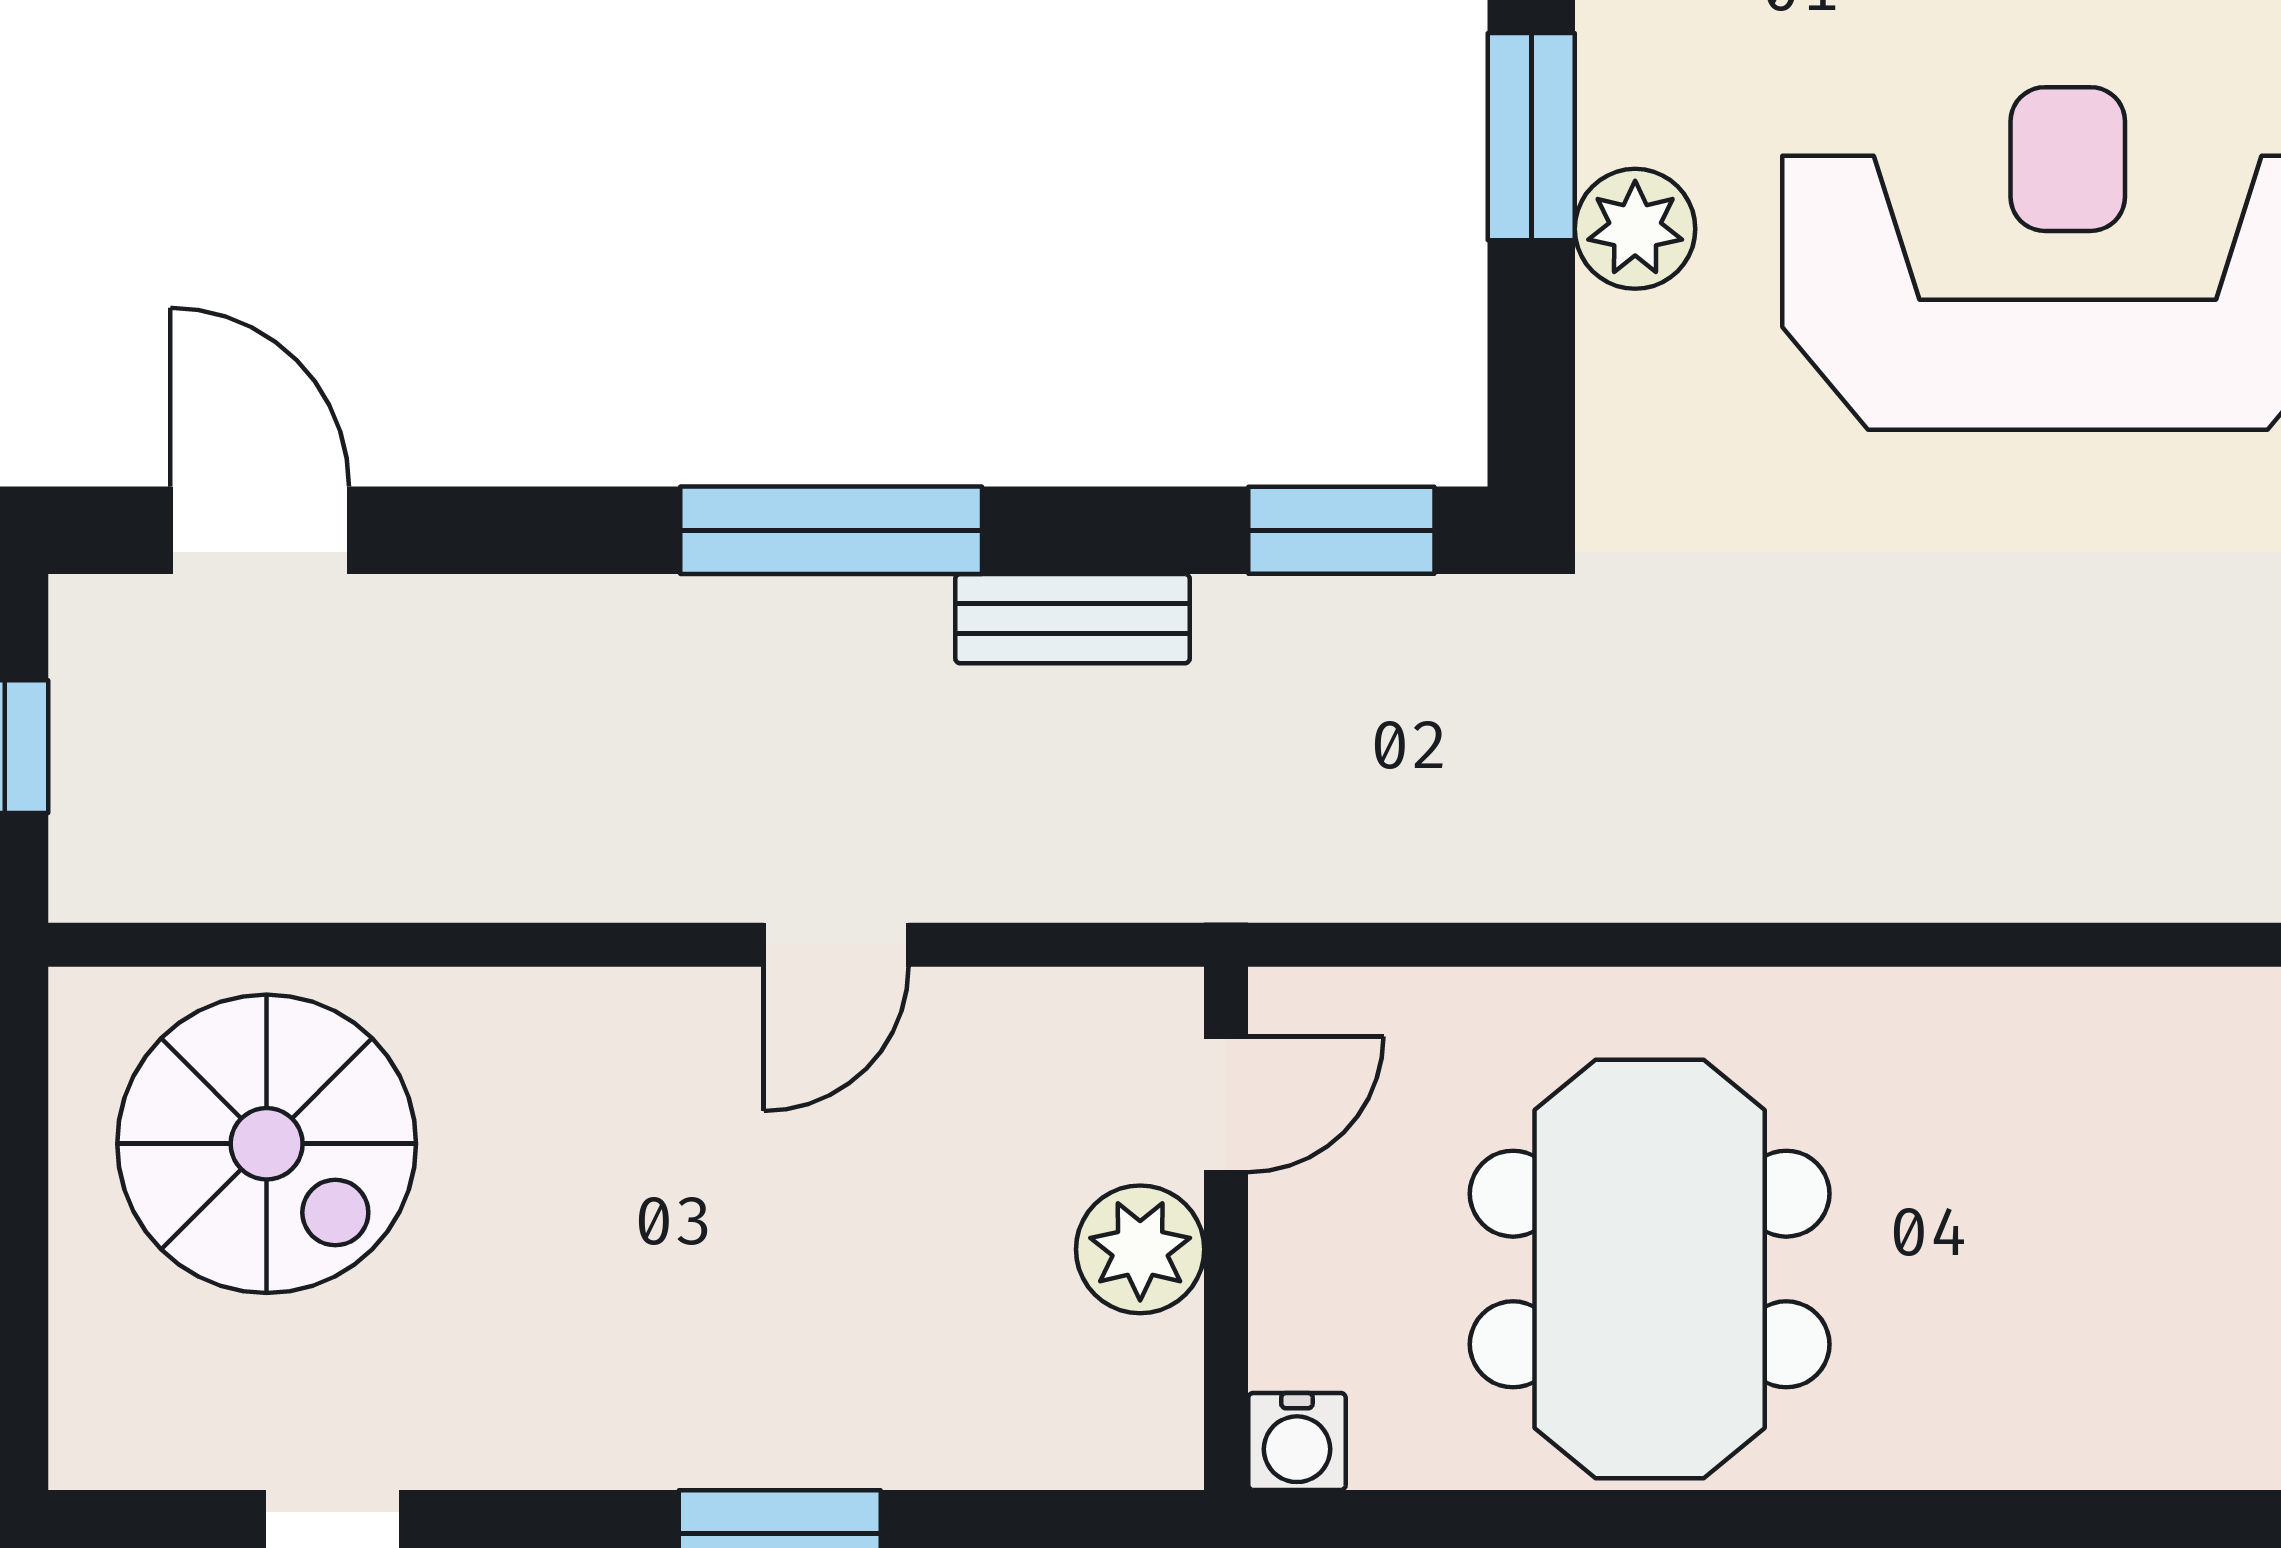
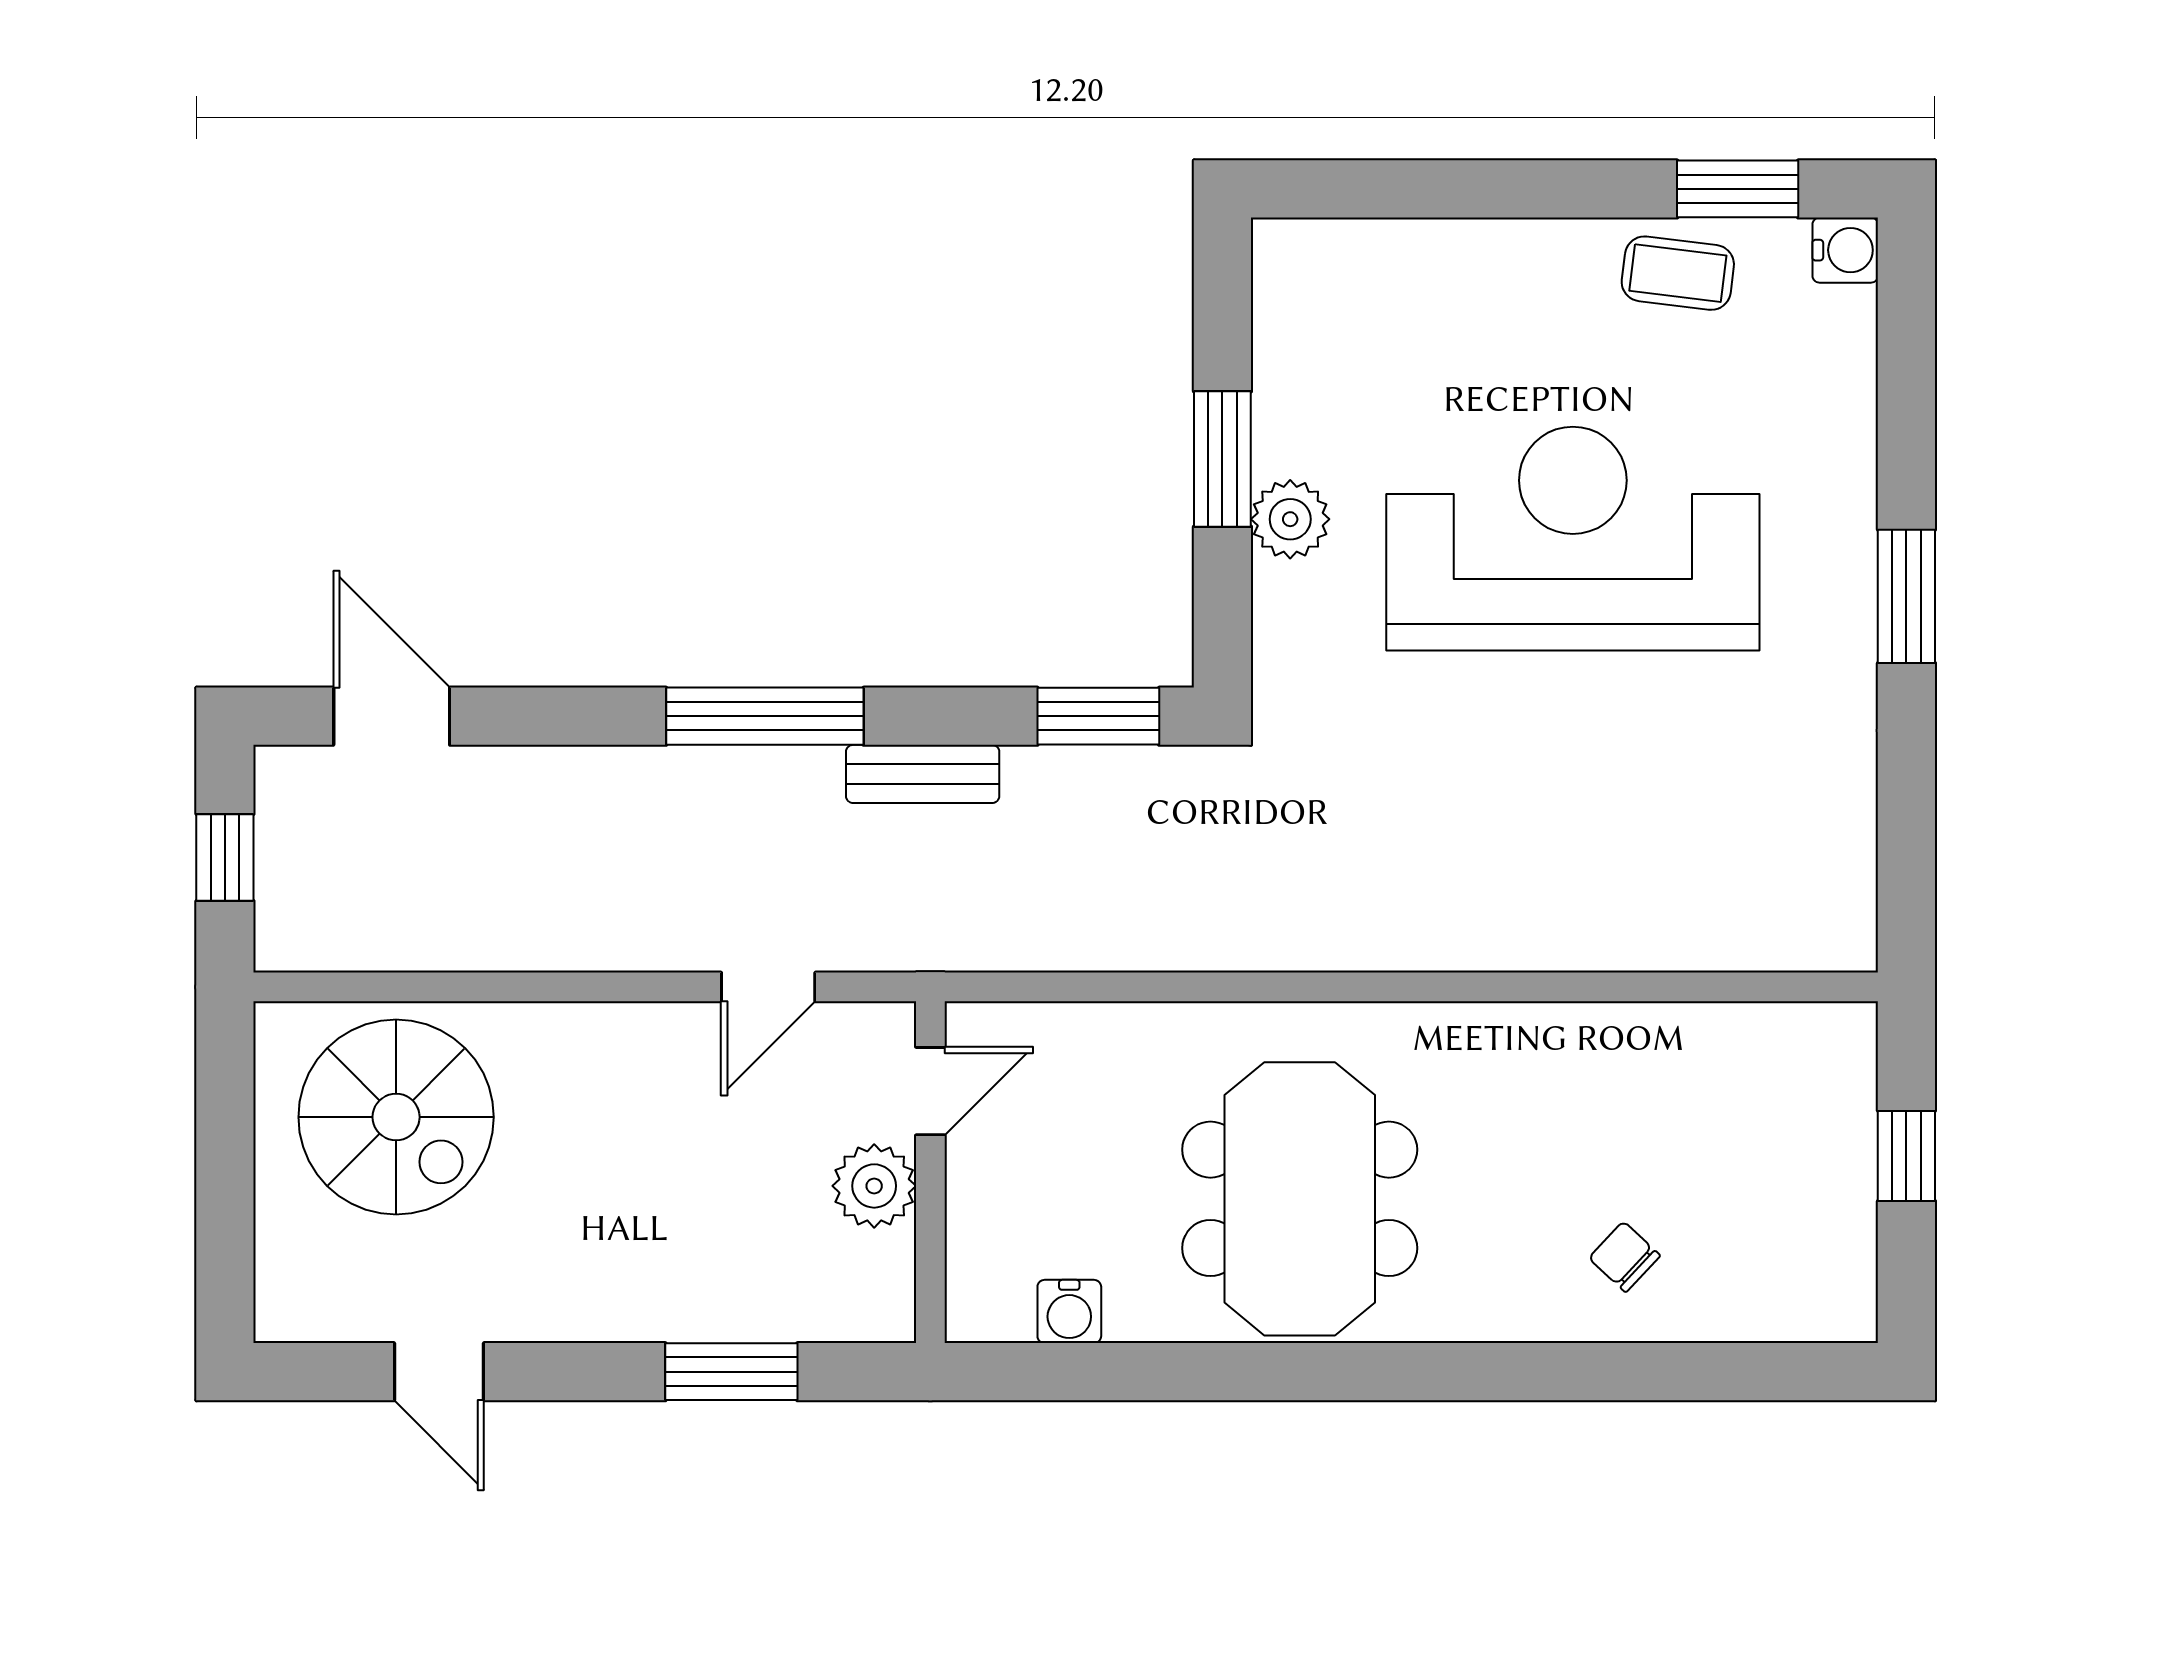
door: (1226, 1104) -> (930, 1091), moved
wall: (1226, 1228) -> (930, 1172), moved
plant: (1140, 1249) -> (874, 1186), moved
chair: (2147, 1358) -> (1625, 1257), added

